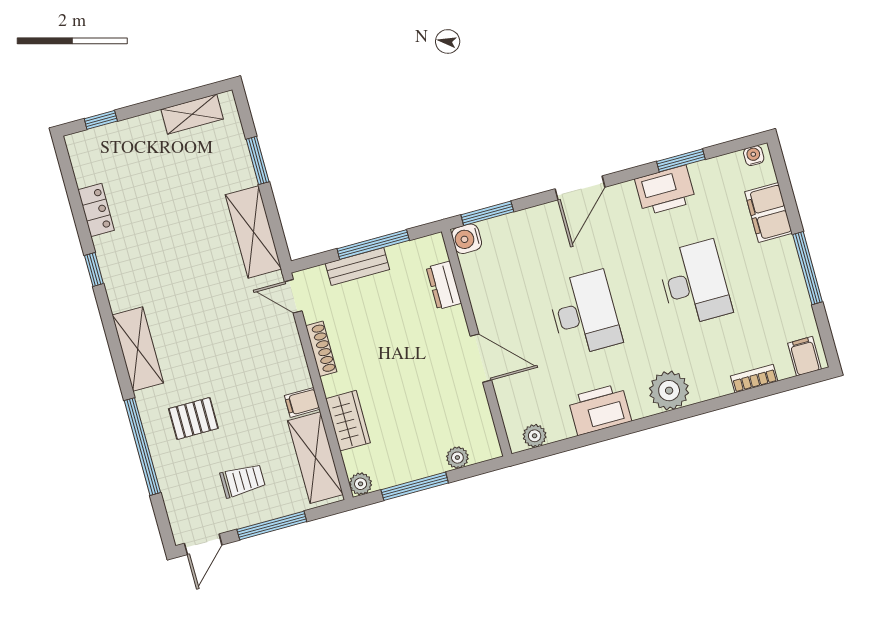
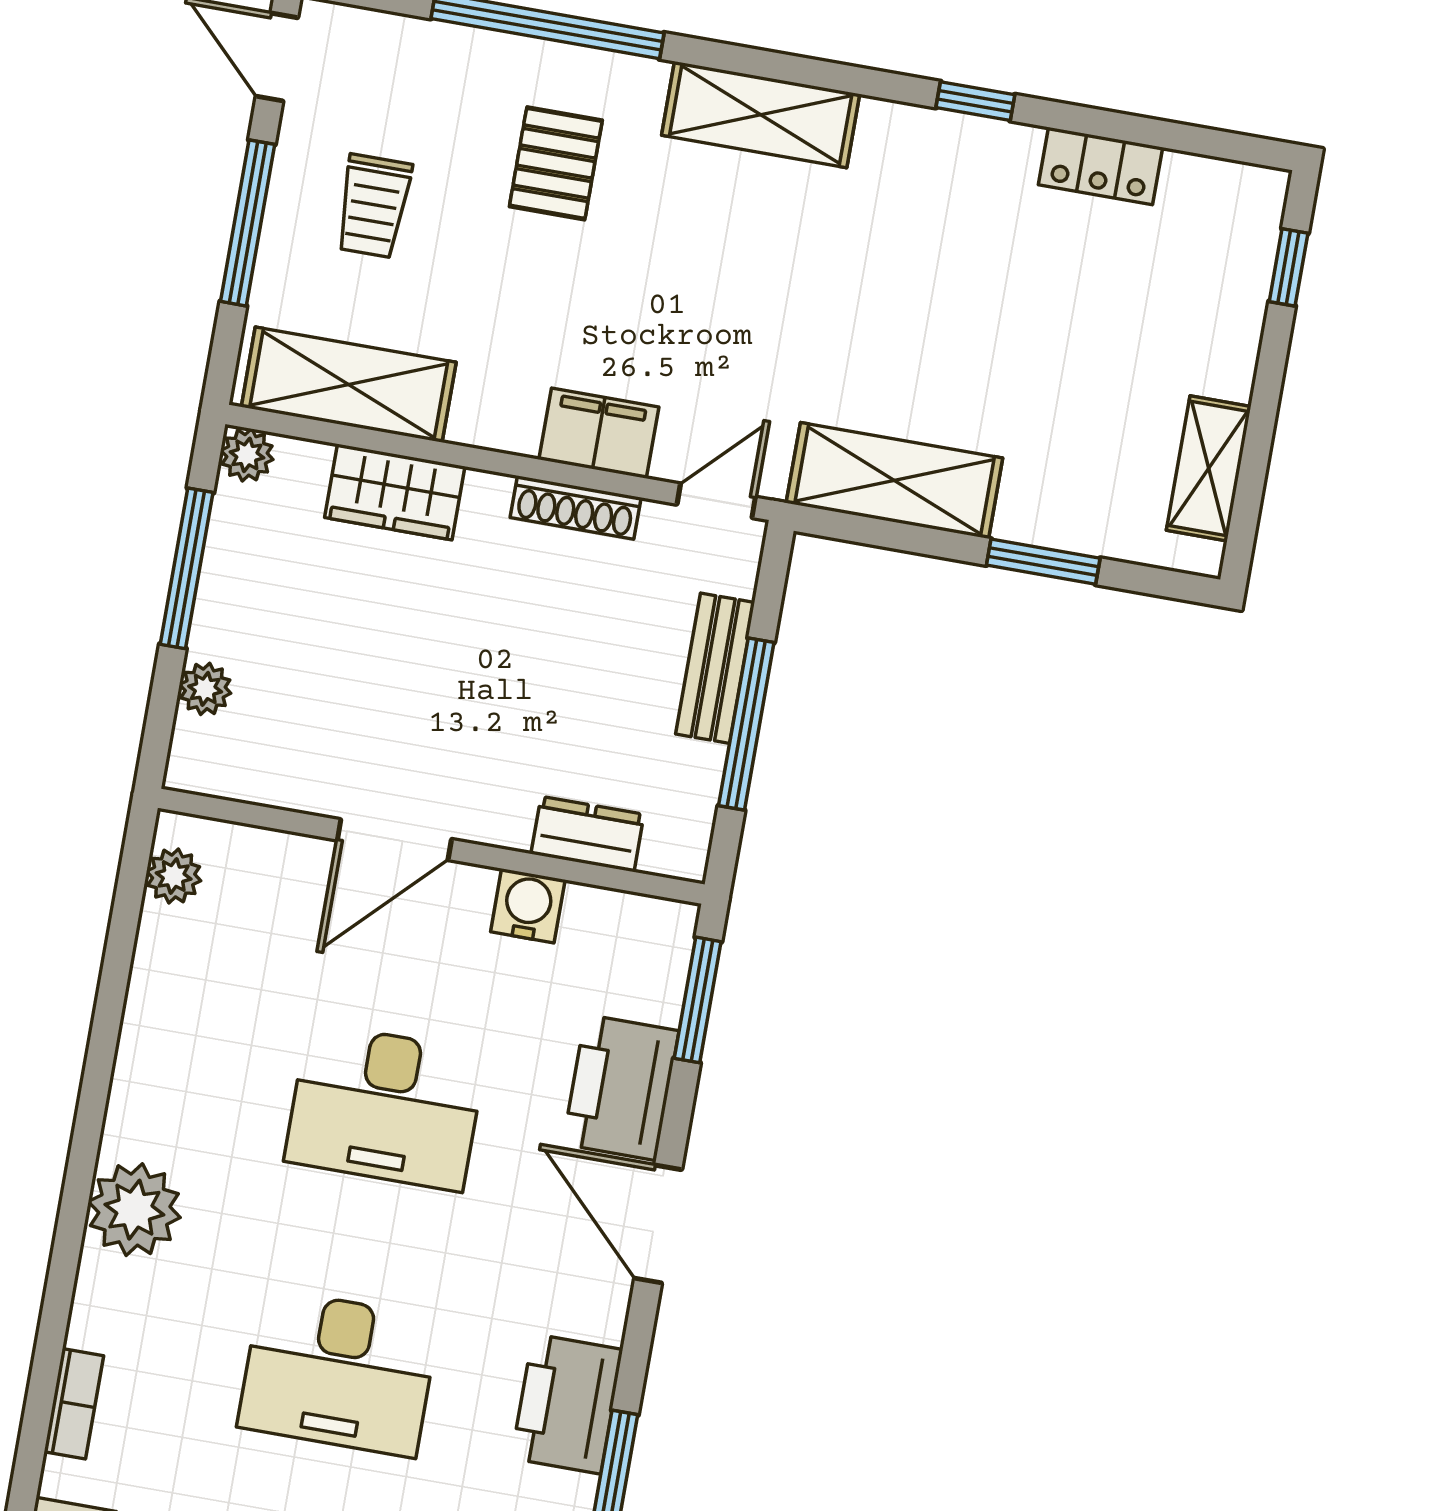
water cooler: (467, 239) -> (528, 906), moved
filing cabinet: (302, 402) -> (599, 433), moved, width x2.00
printer: (600, 409) -> (621, 1088), moved, turned 180

